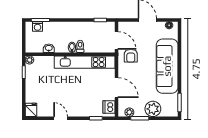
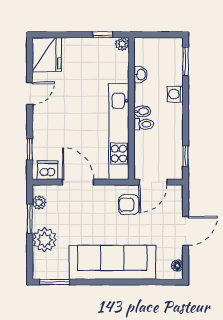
washing machine: (38, 27) -> (175, 94), moved
door: (117, 88) -> (78, 182), swing flipped
fridge: (31, 110) -> (47, 54), width x1.88, depth x1.34

